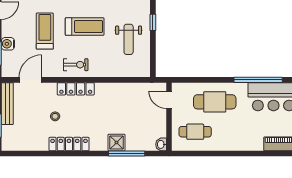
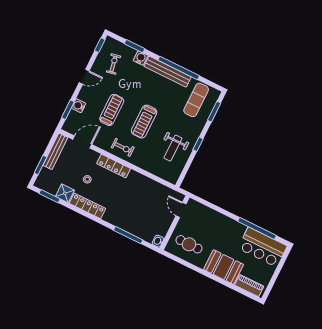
treadmill: (85, 27) -> (144, 122), turned 90
cafe table: (215, 102) -> (215, 229), removed
booth: (243, 138) -> (224, 267), added
shower: (117, 143) -> (65, 193), moved
window: (24, 154) -> (49, 196), added

